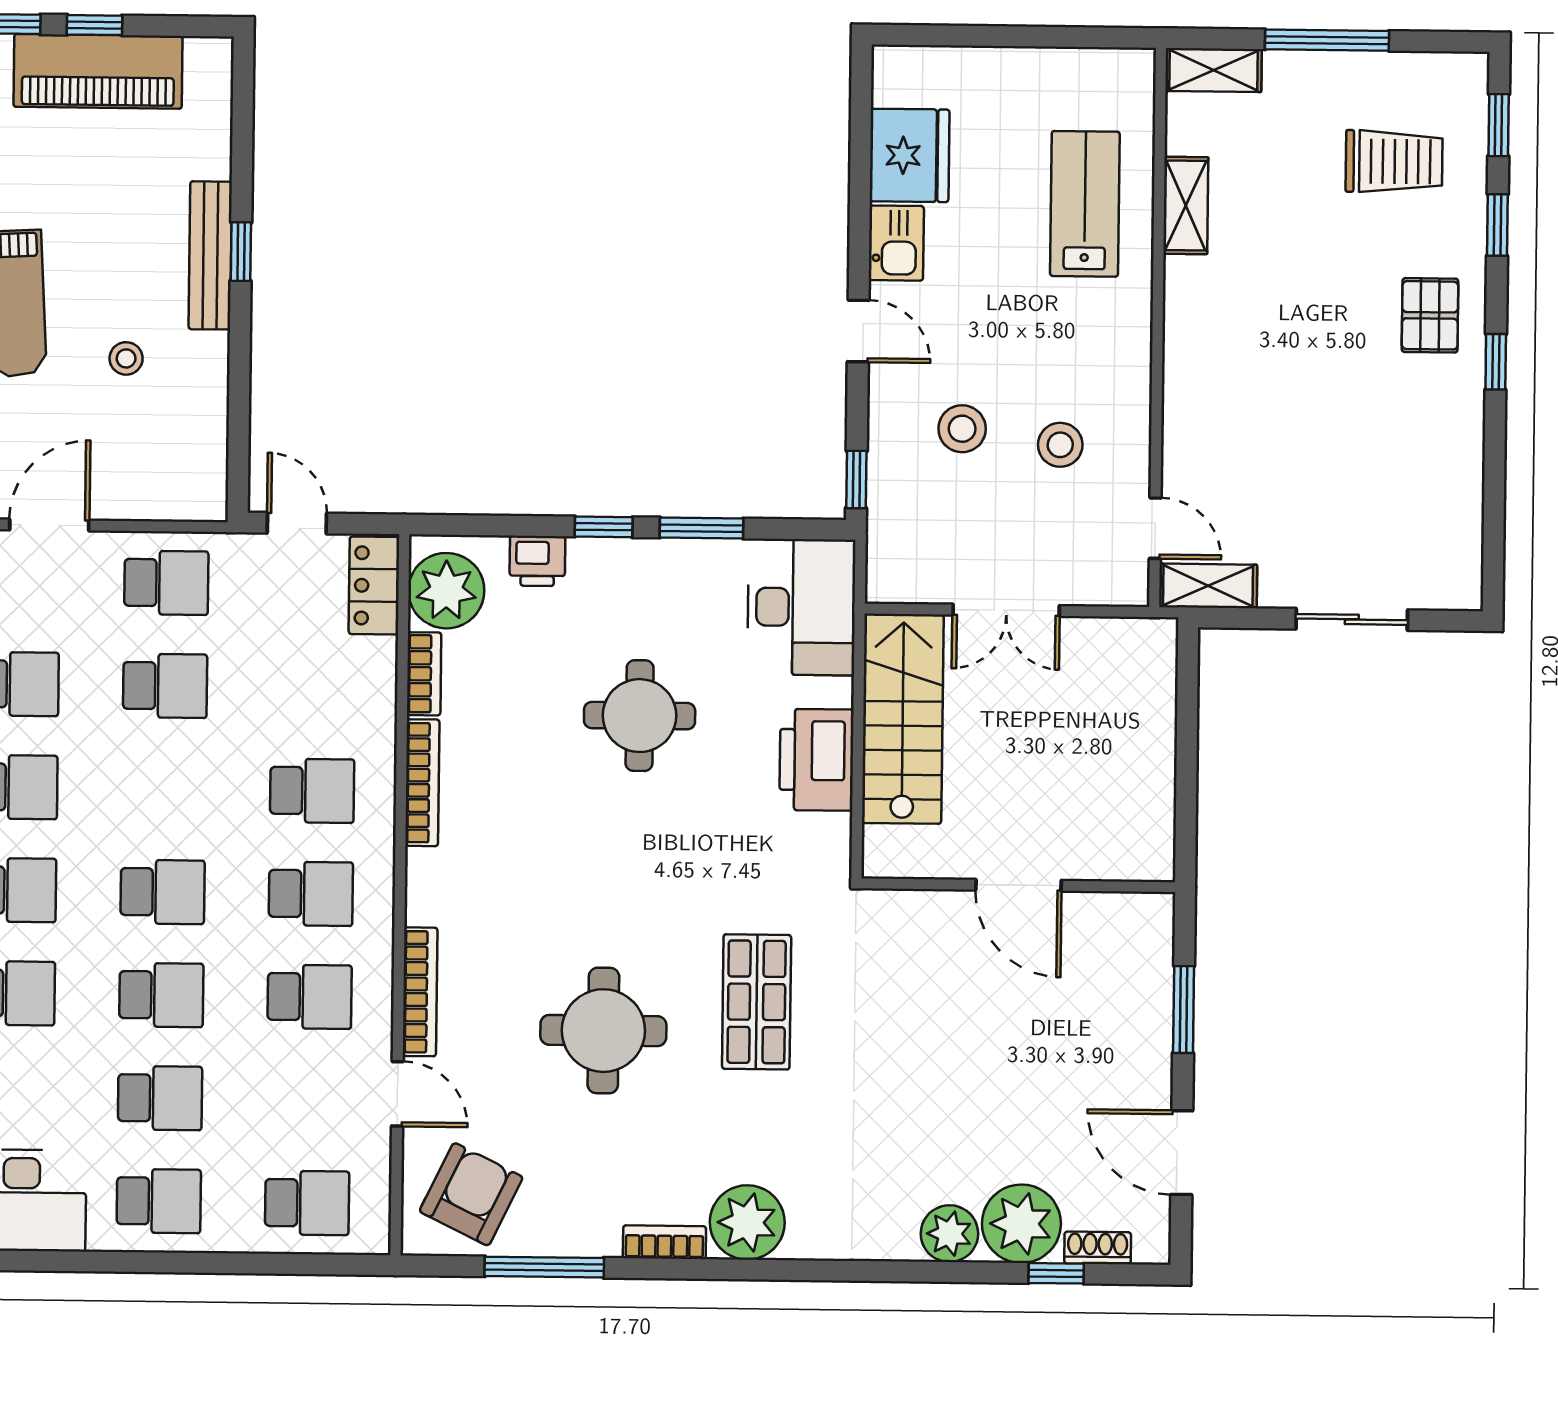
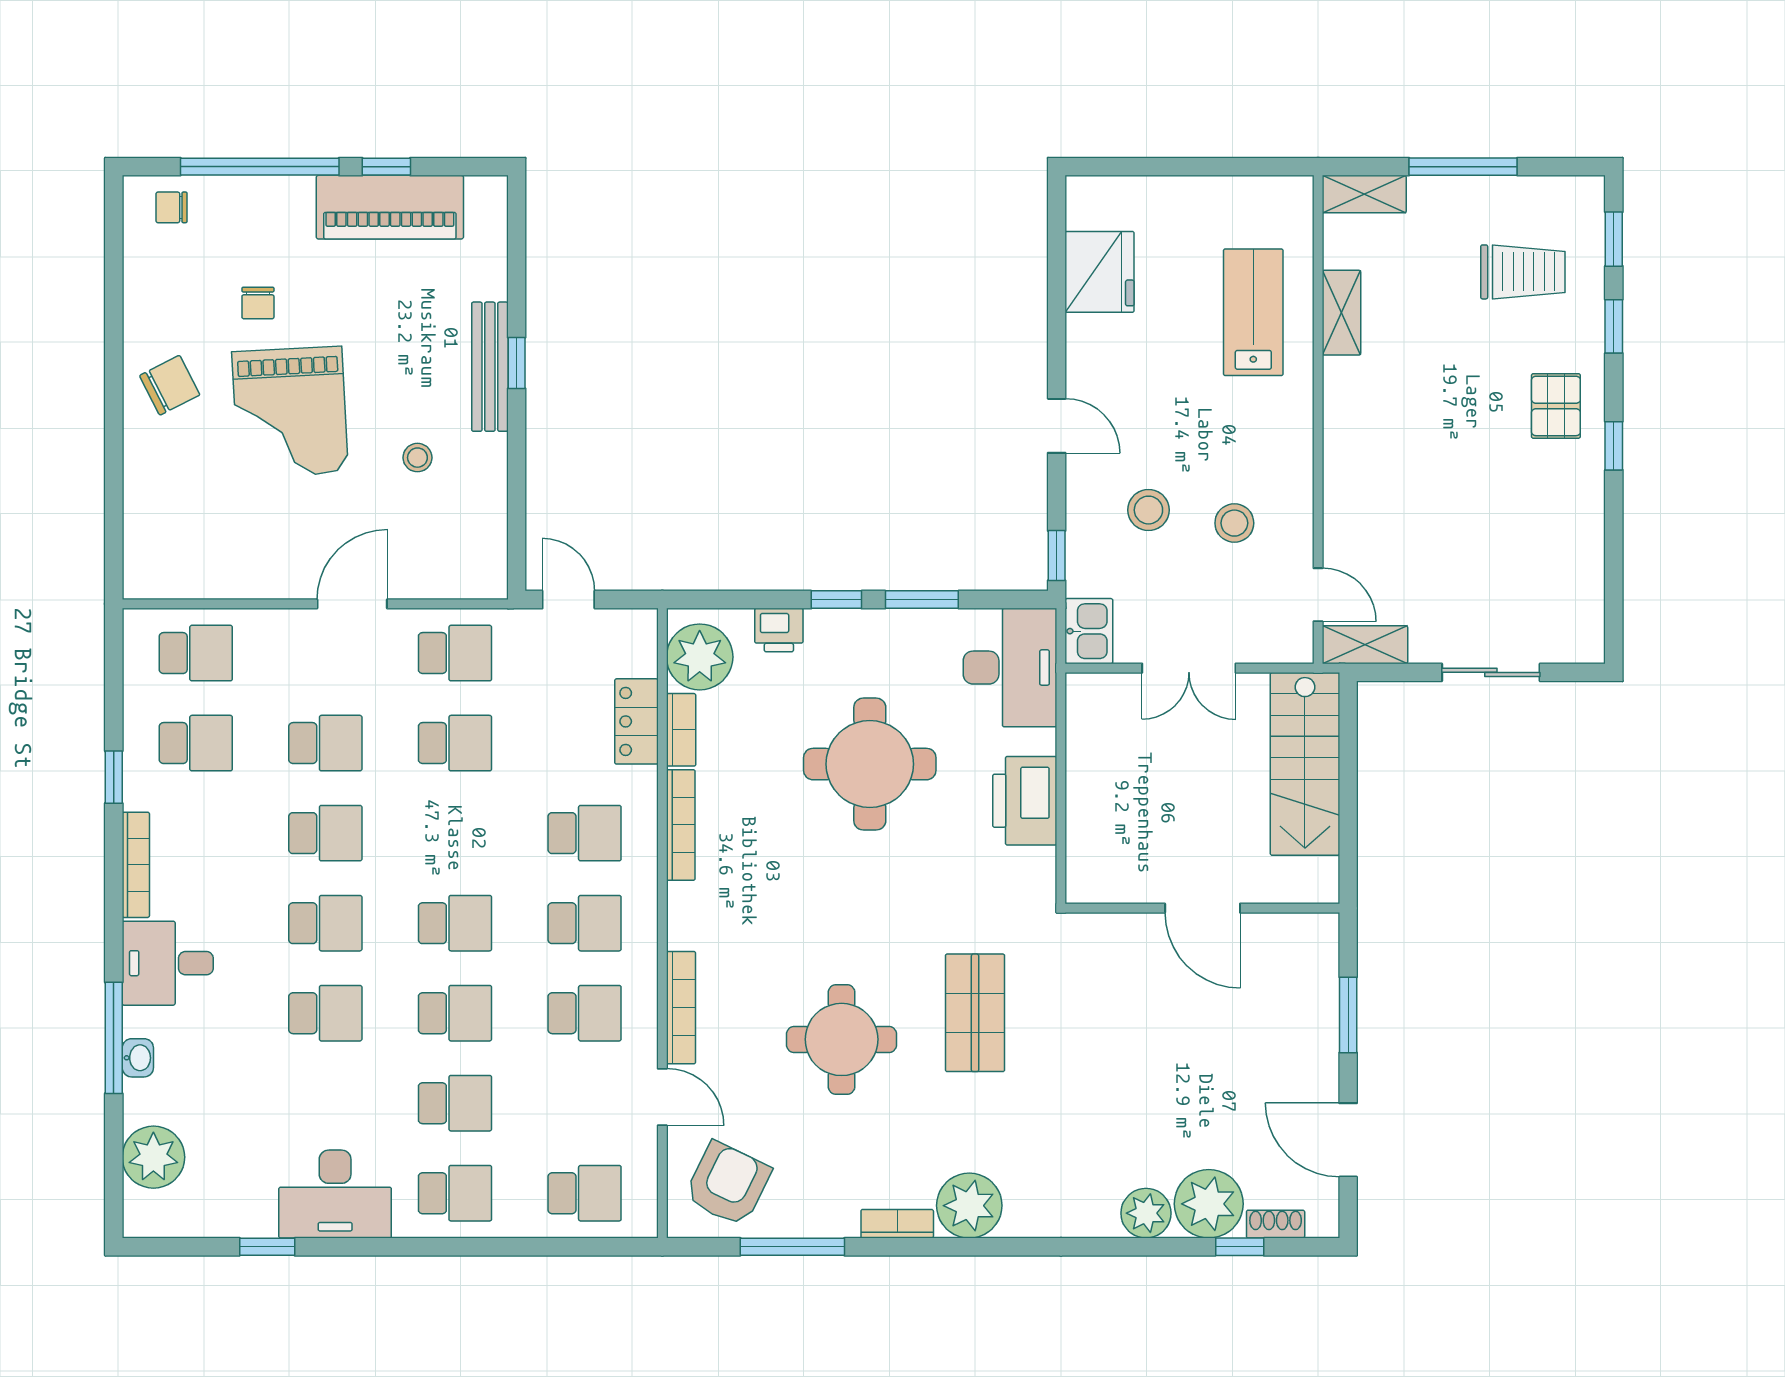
kitchen sink: (896, 243) -> (1089, 631), moved
locker: (374, 585) -> (636, 721), moved
round table: (640, 716) -> (870, 764), width x1.36, depth x1.36
stairs: (903, 719) -> (1305, 764), moved, turned 180

